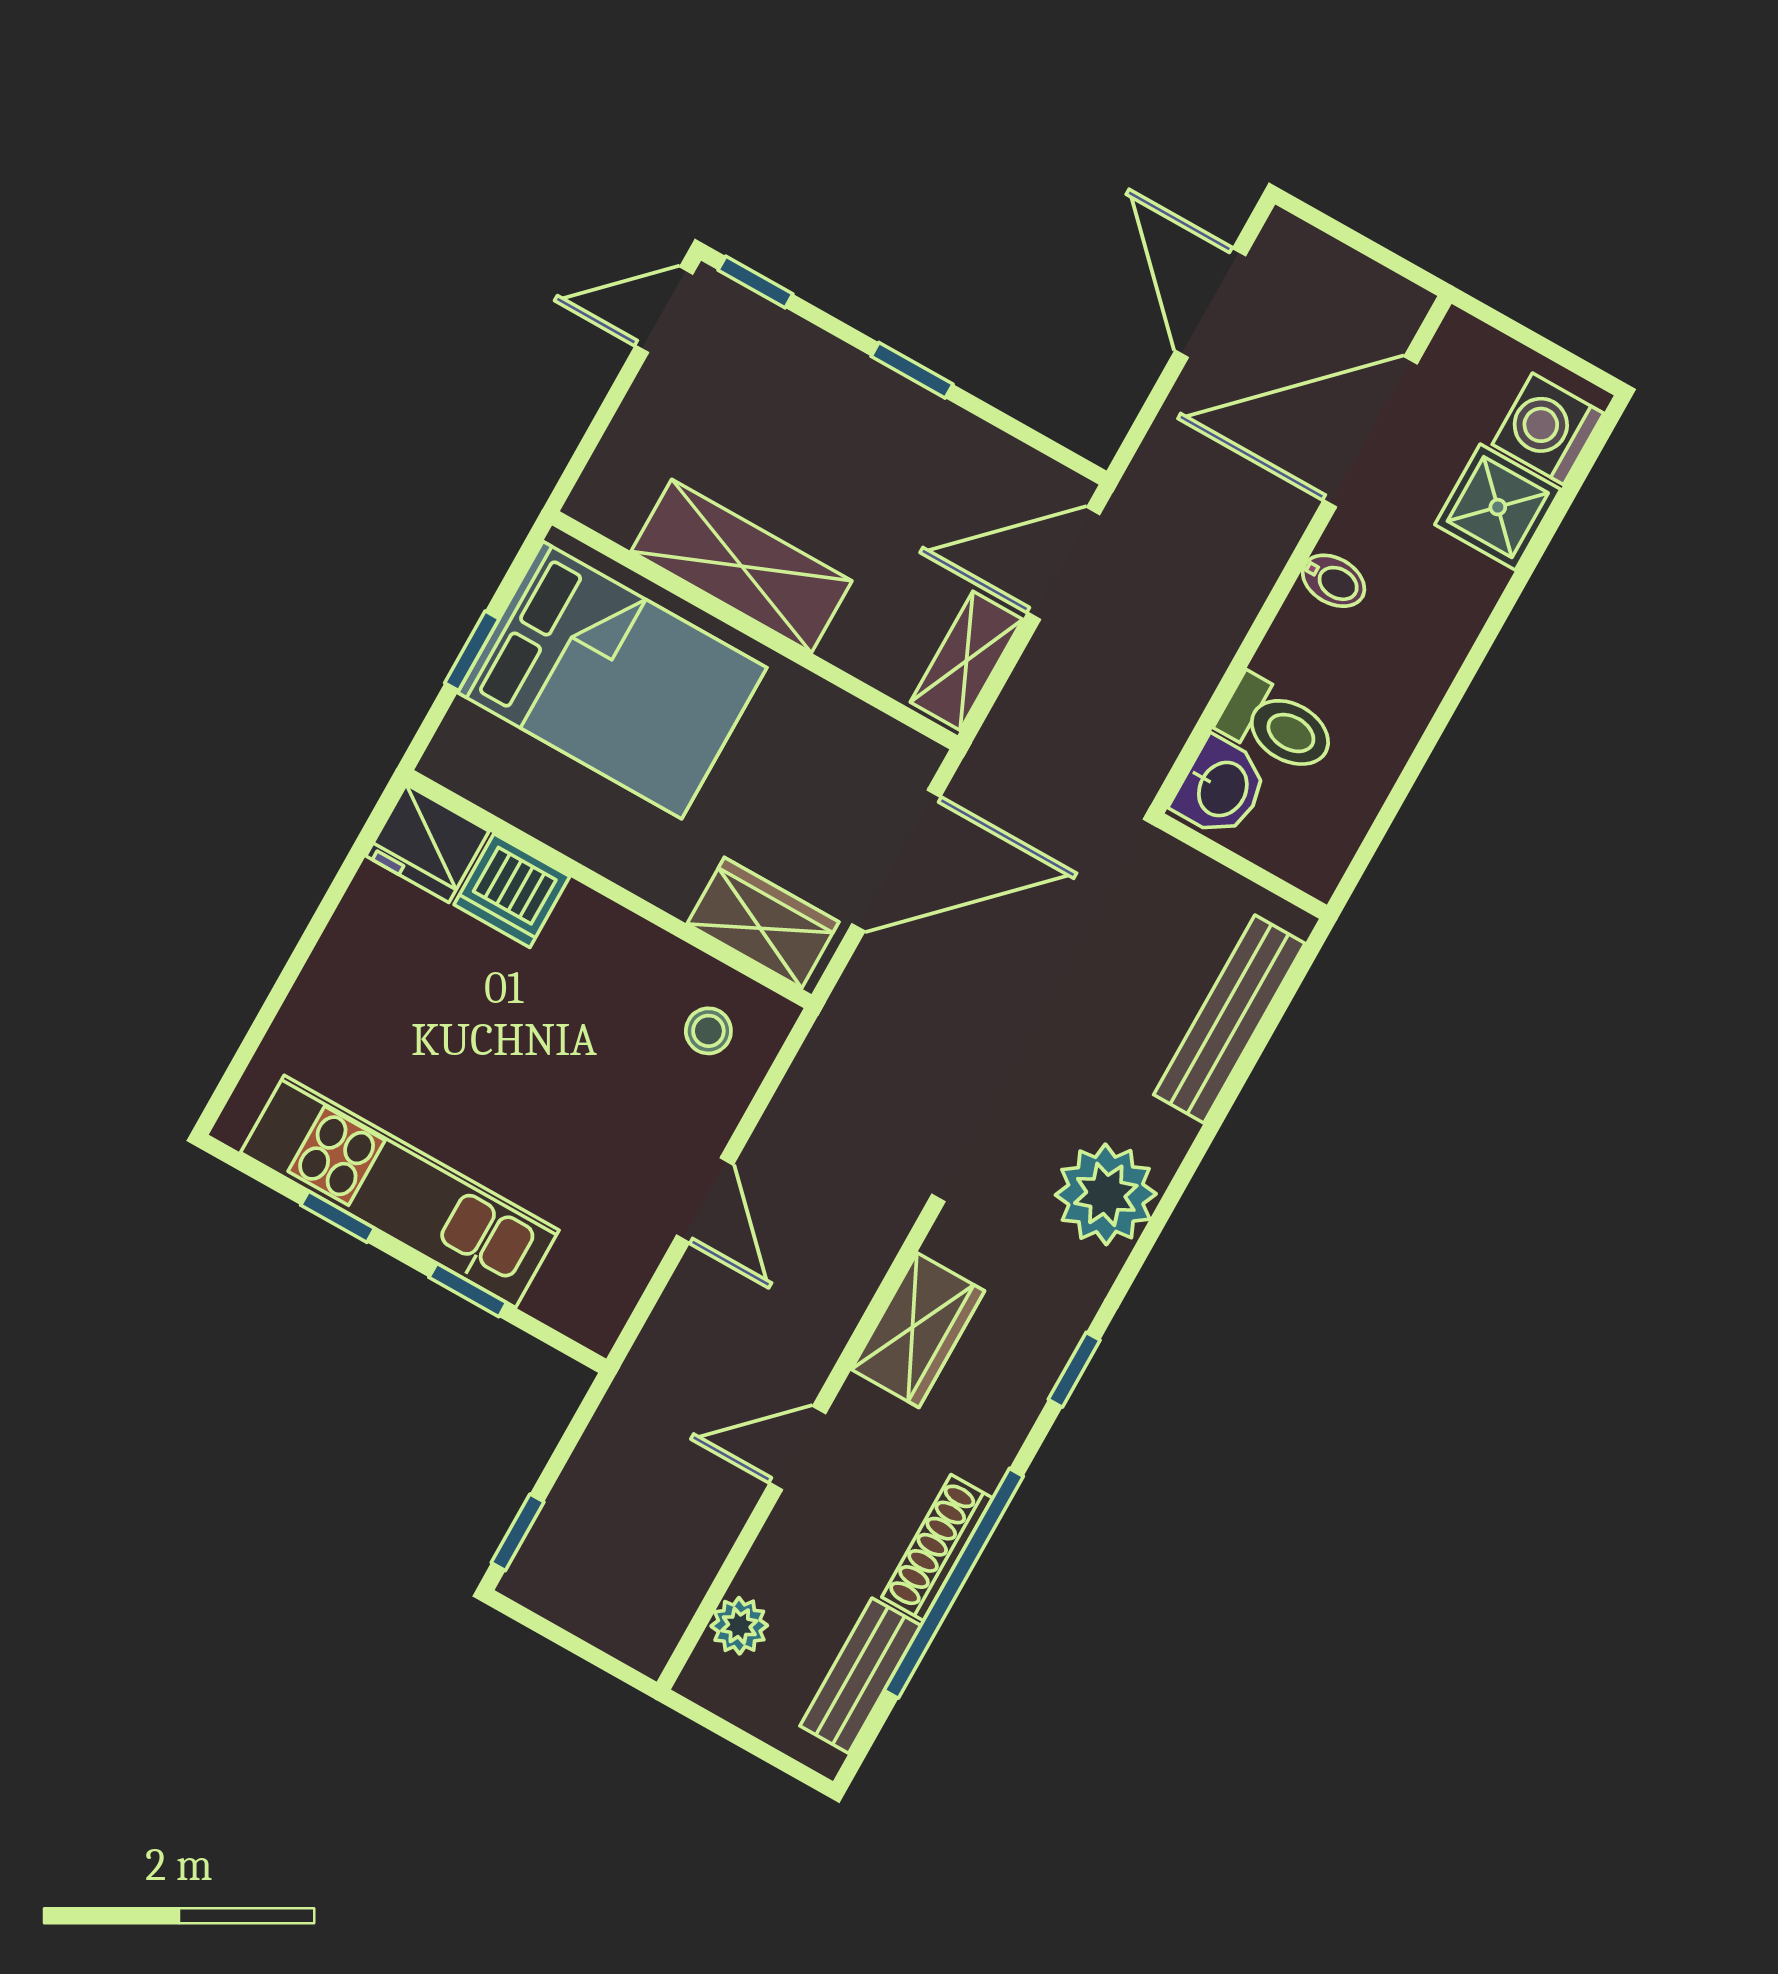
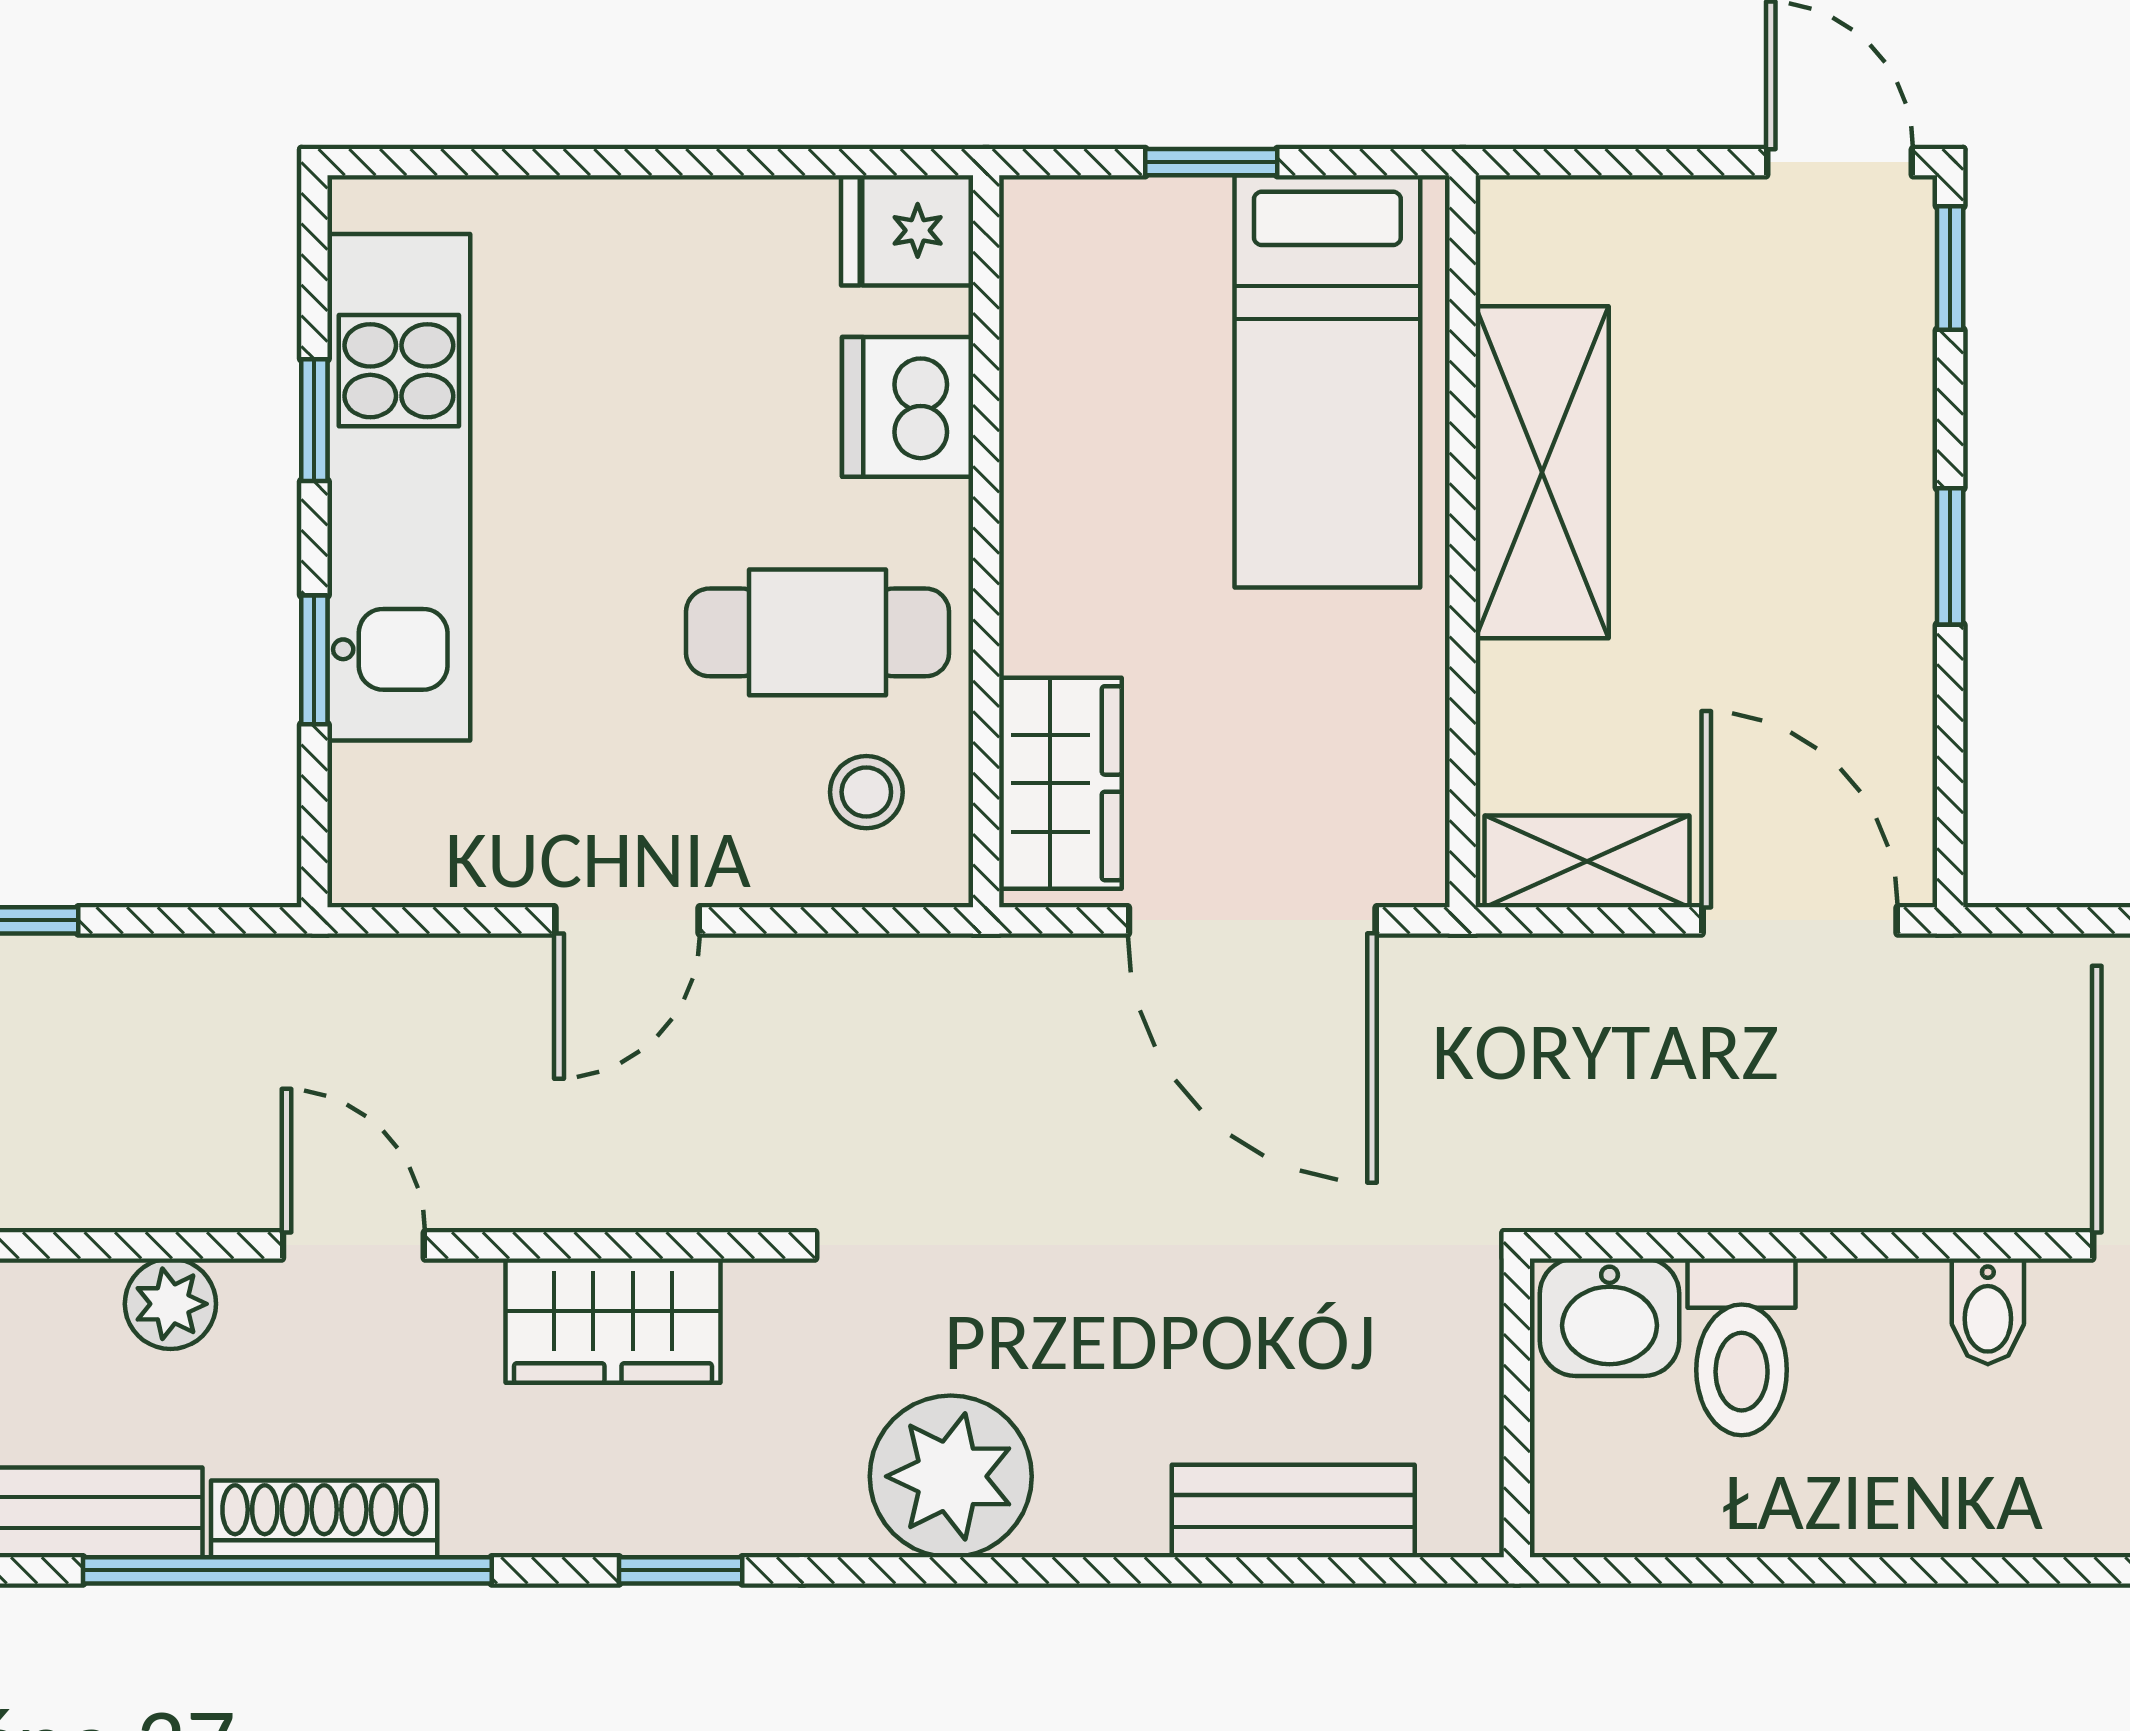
bed: (612, 680) -> (1327, 381), width x0.67
fridge: (427, 843) -> (907, 230), width x0.72
cafe table: (607, 1008) -> (818, 632), added
bench: (1229, 1019) -> (1293, 1511), width x0.73
plant: (739, 1626) -> (170, 1304), moved

